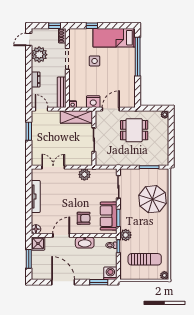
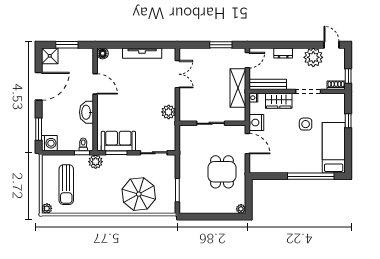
wardrobe: (75, 83) -> (279, 101), added
shelving: (76, 117) -> (238, 88), moved
armchair: (84, 218) -> (116, 111), removed
shower: (38, 244) -> (50, 56), moved

